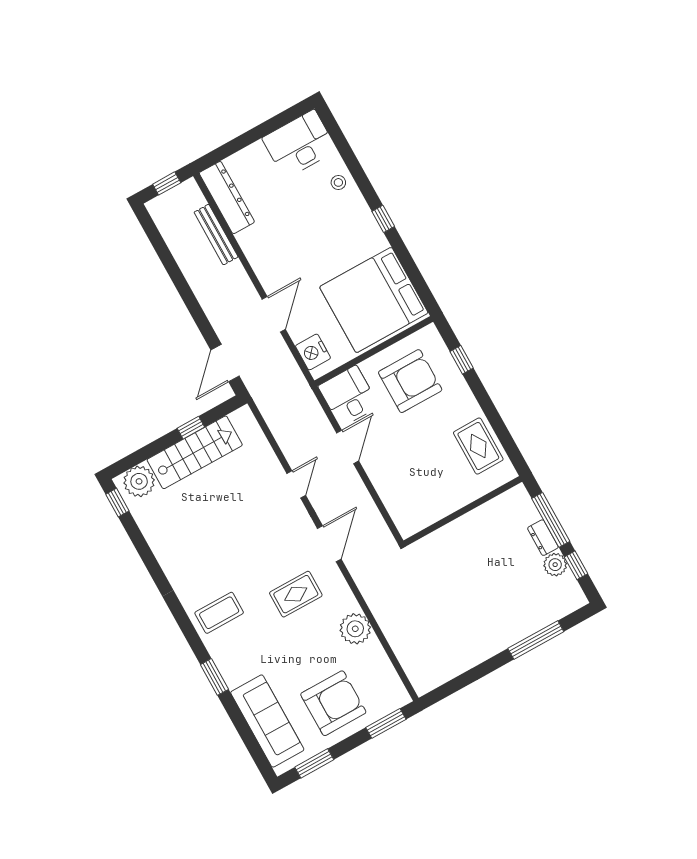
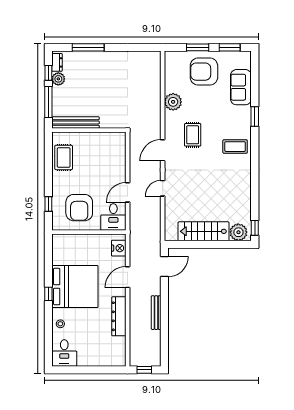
desk: (299, 144) -> (64, 353), width x0.73
dresser: (227, 198) -> (119, 316), moved
bench: (216, 235) -> (156, 313), moved
bed: (374, 300) -> (75, 287), moved
armchair: (410, 381) -> (79, 208), turned -90
window: (191, 428) -> (199, 244), removed
bench: (490, 511) -> (75, 122), added
dresser: (543, 538) -> (57, 62), moved
rug: (296, 594) -> (193, 135), turned 90
sofa: (267, 721) -> (241, 87), width x0.73
window: (386, 723) -> (198, 47), moved

